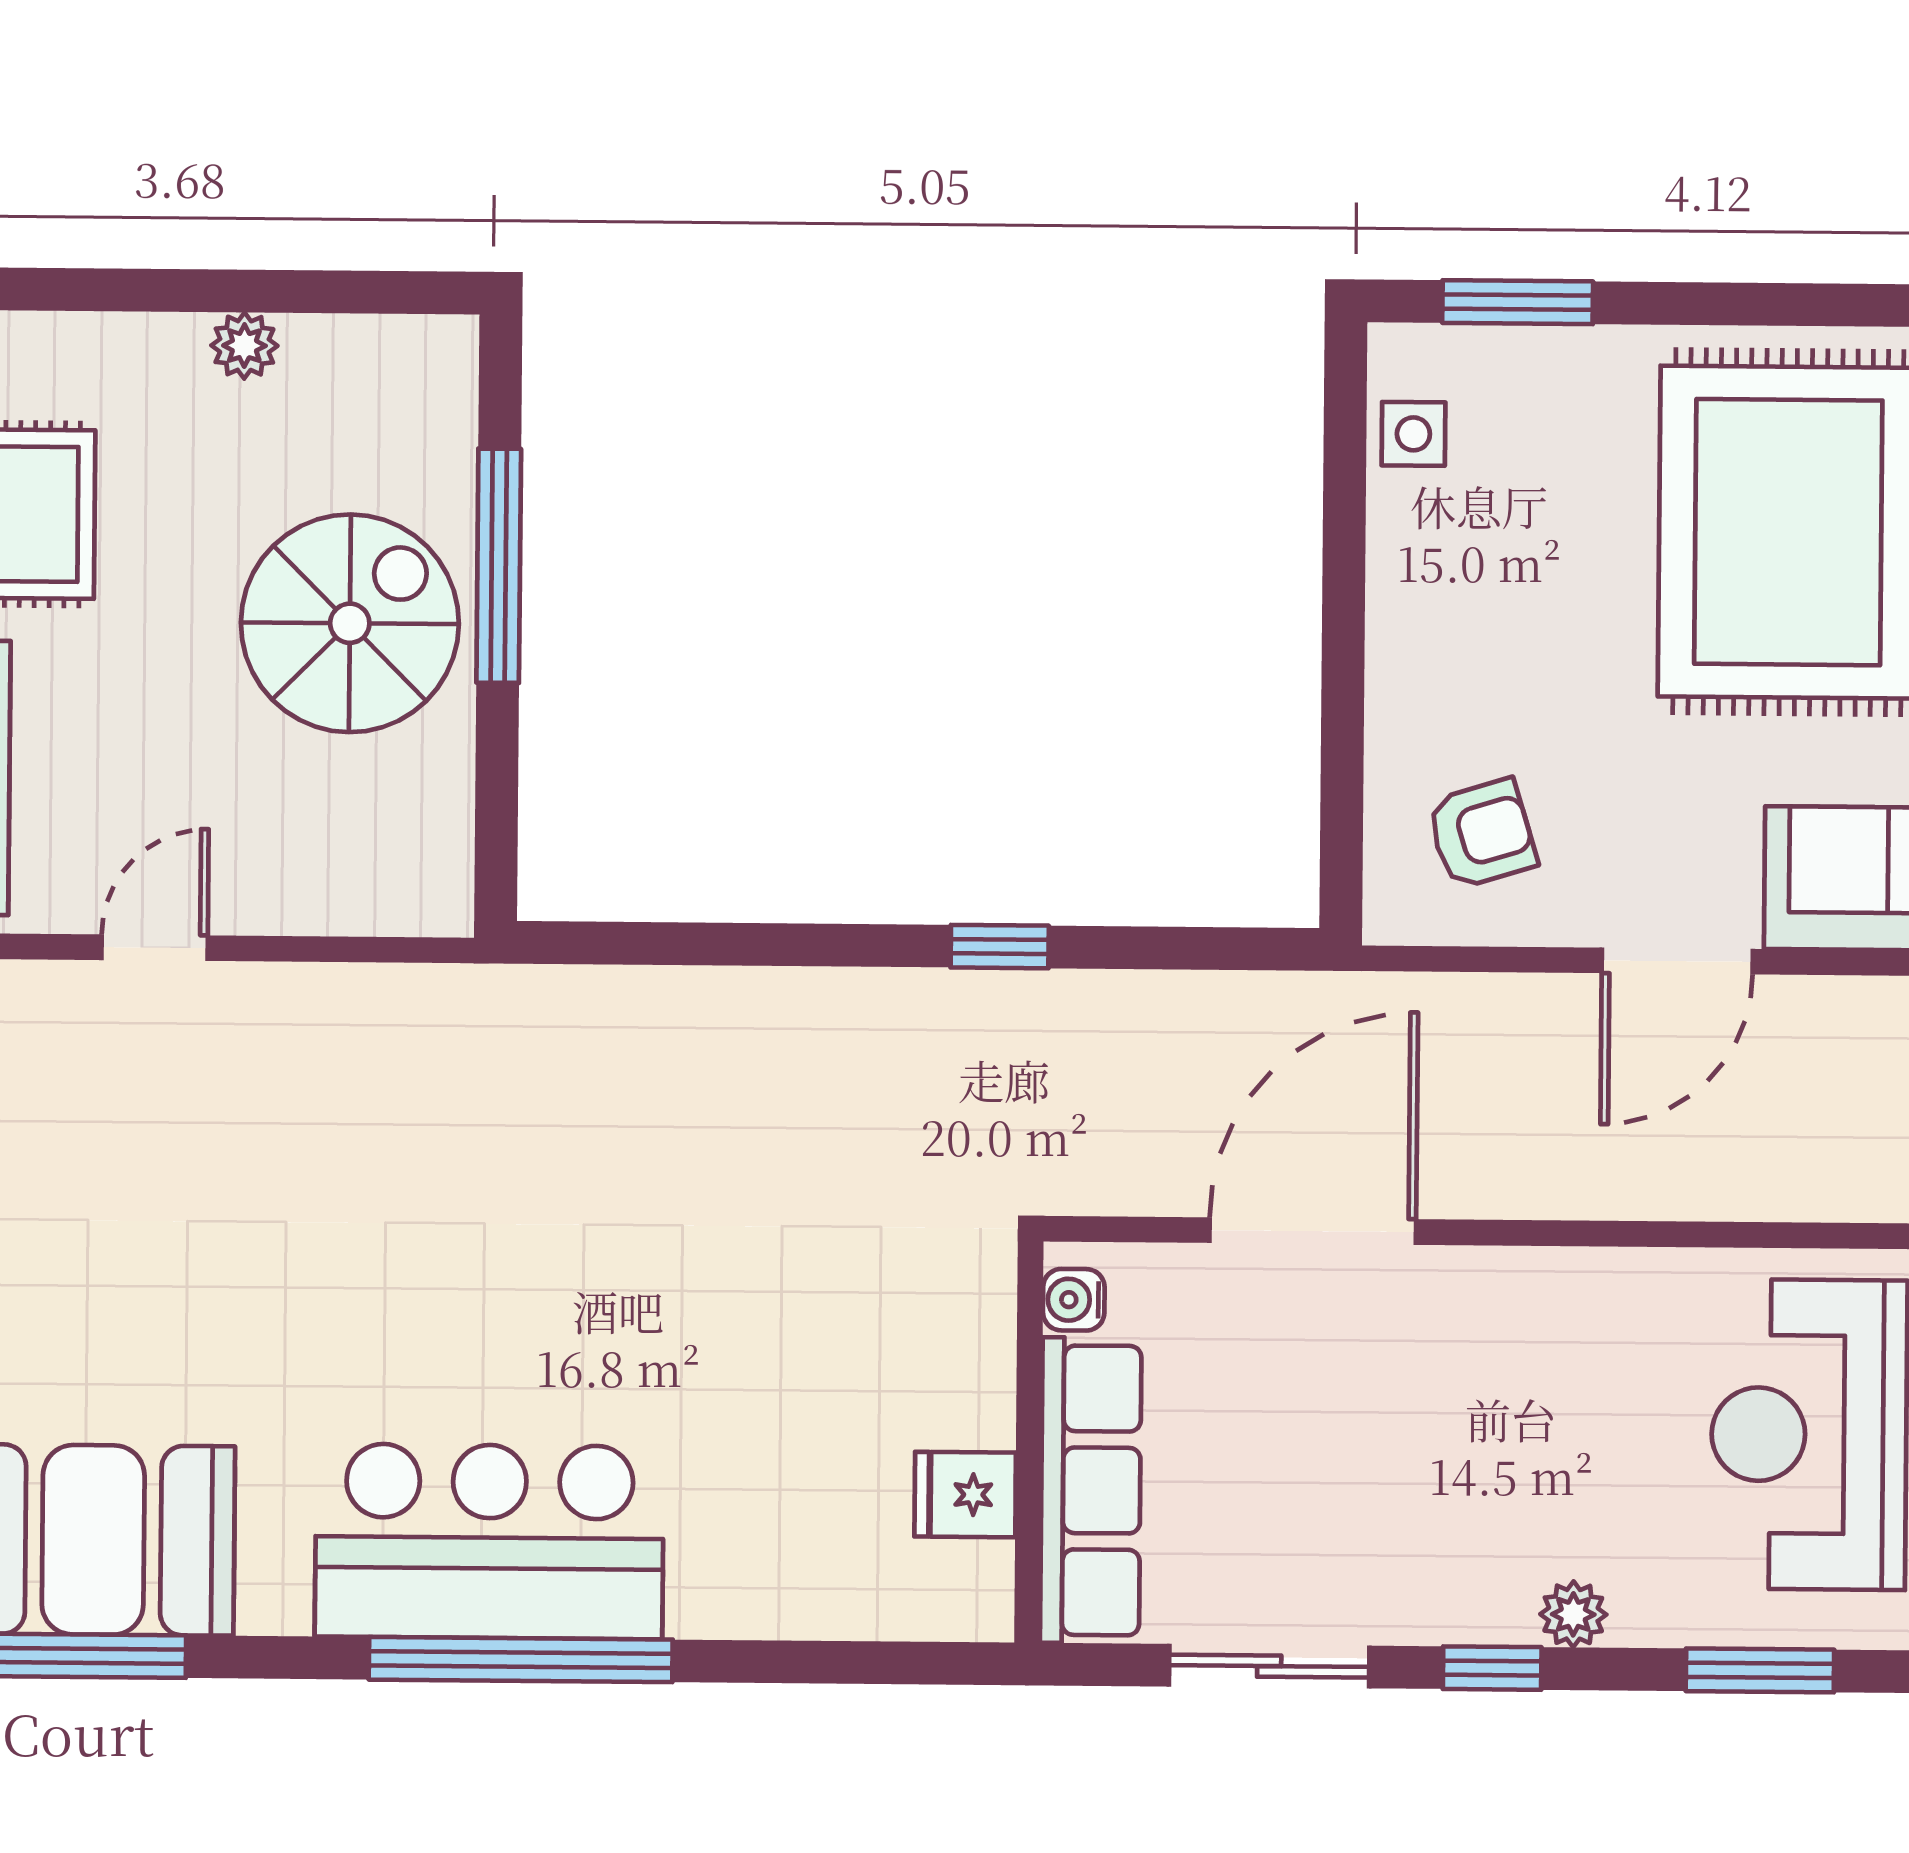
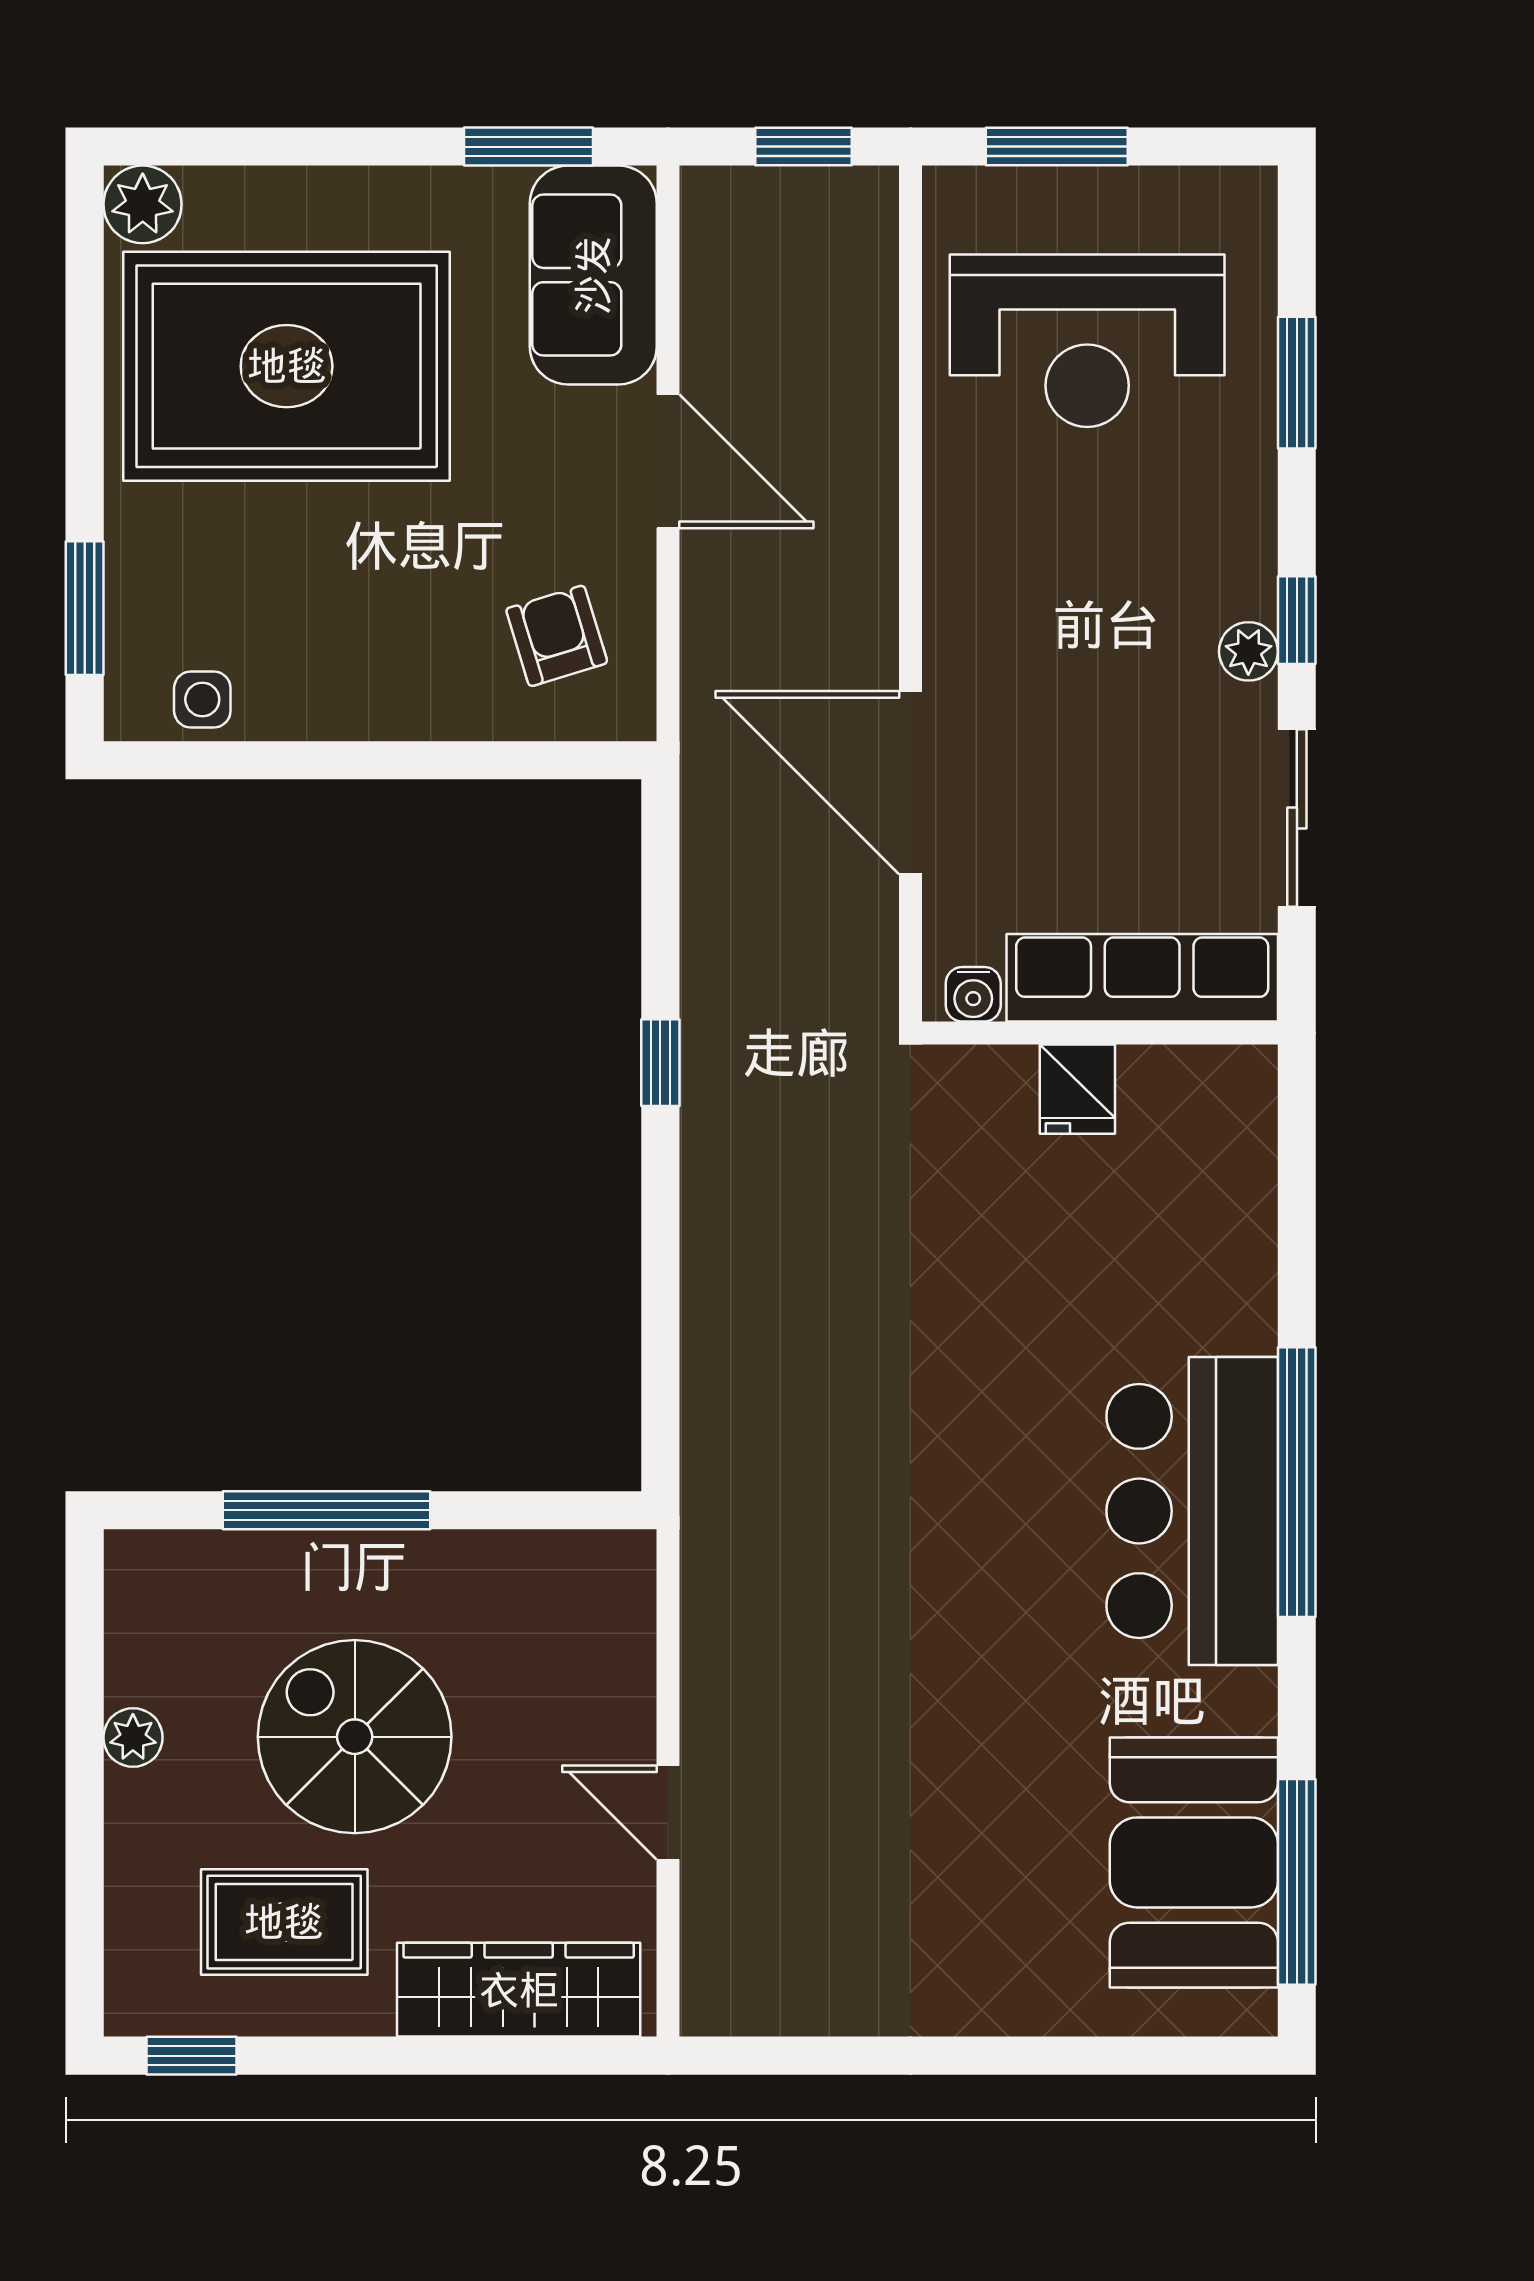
spiral stairs: (350, 623) -> (355, 1737), moved
fridge: (965, 1495) -> (1077, 1089), moved
plant: (1573, 1614) -> (1248, 651), moved

